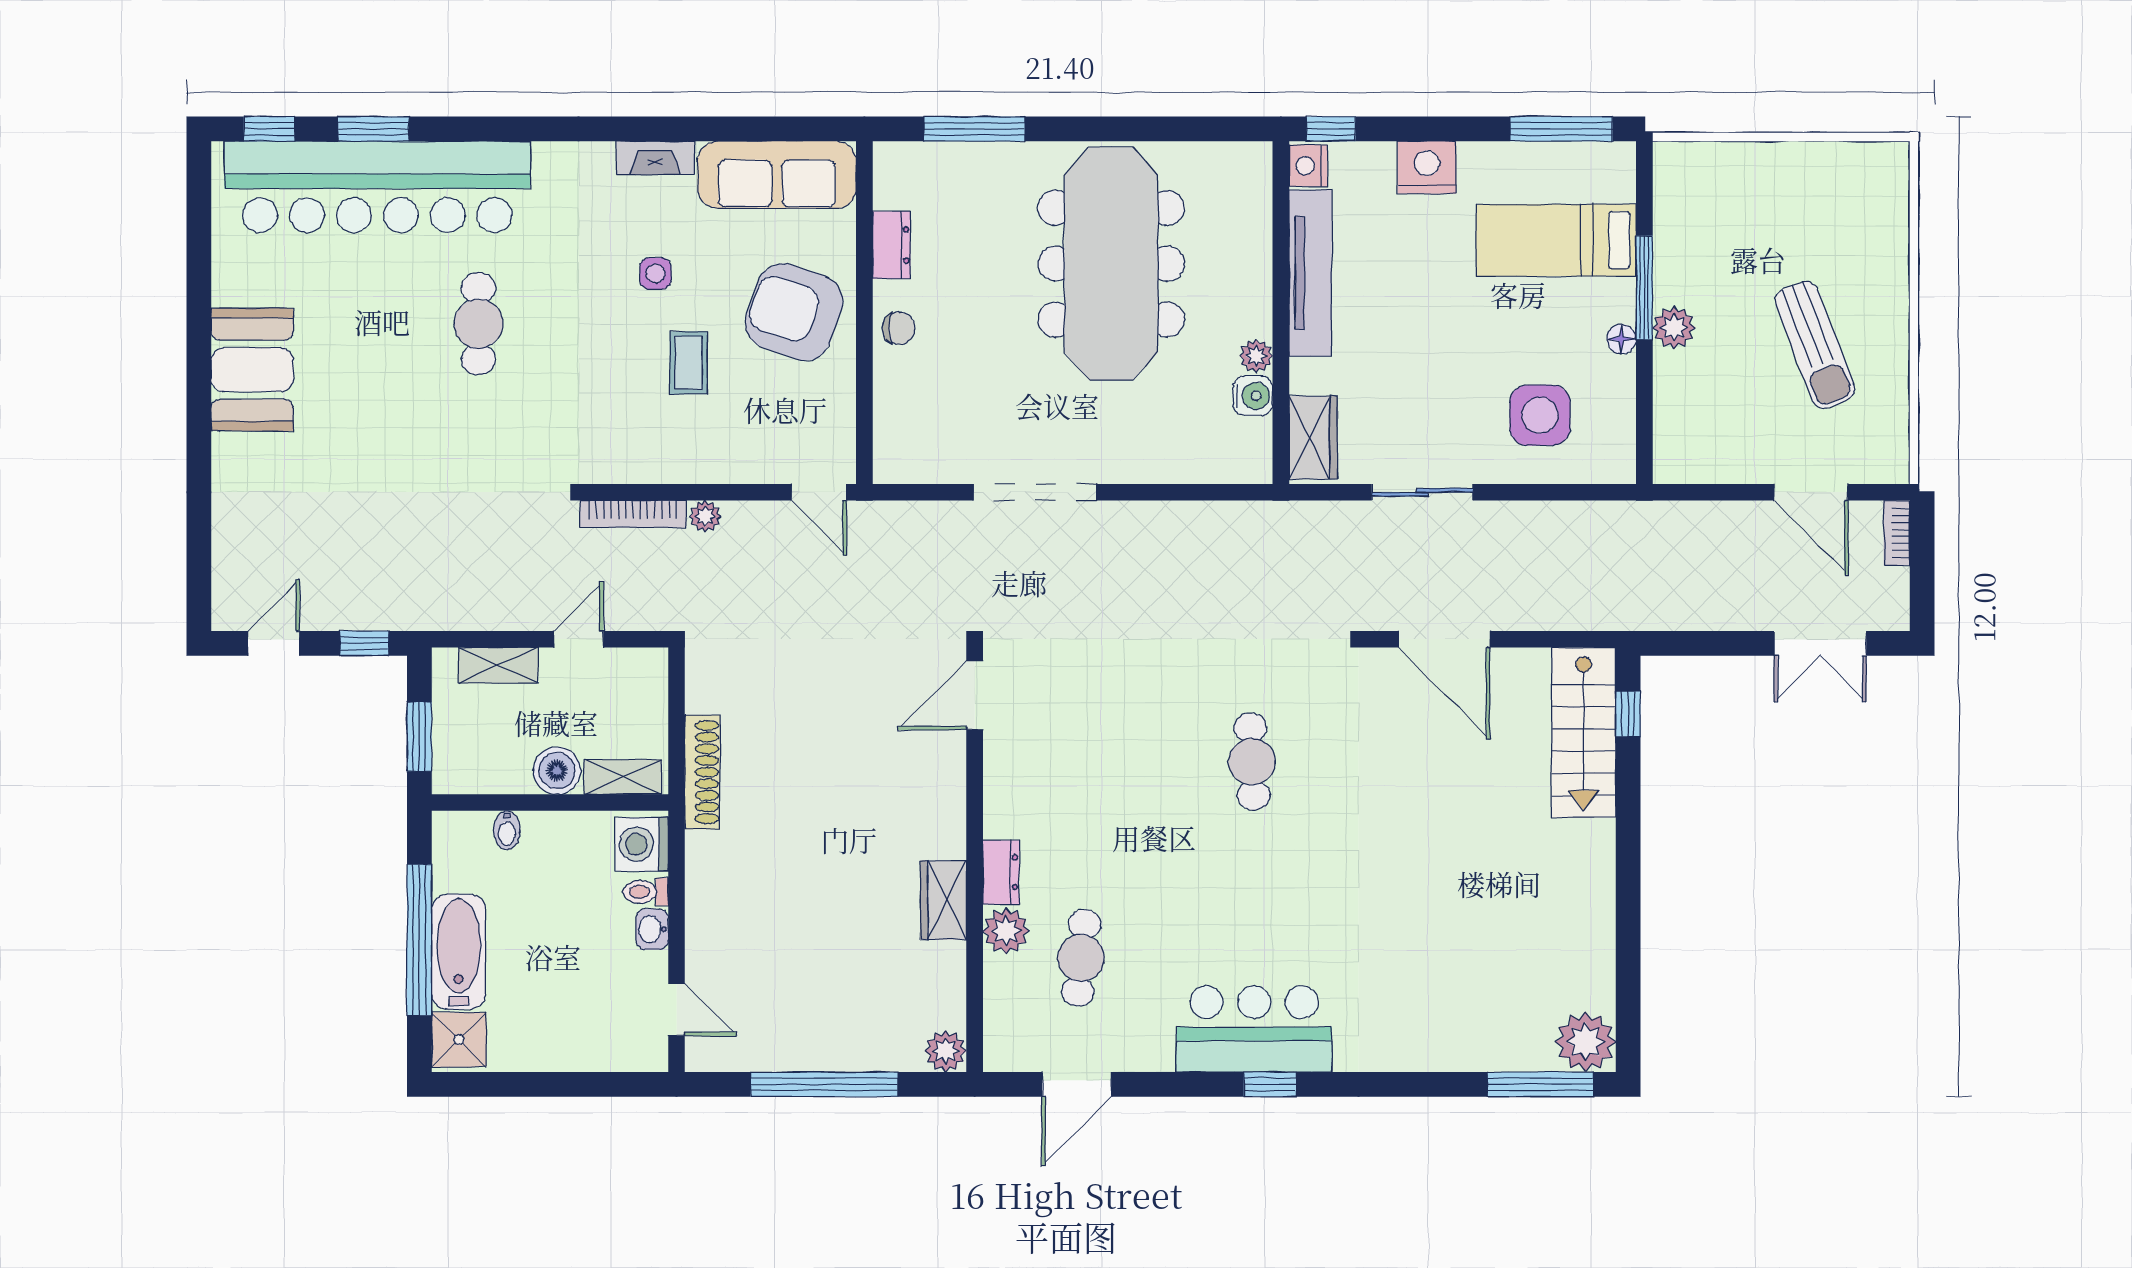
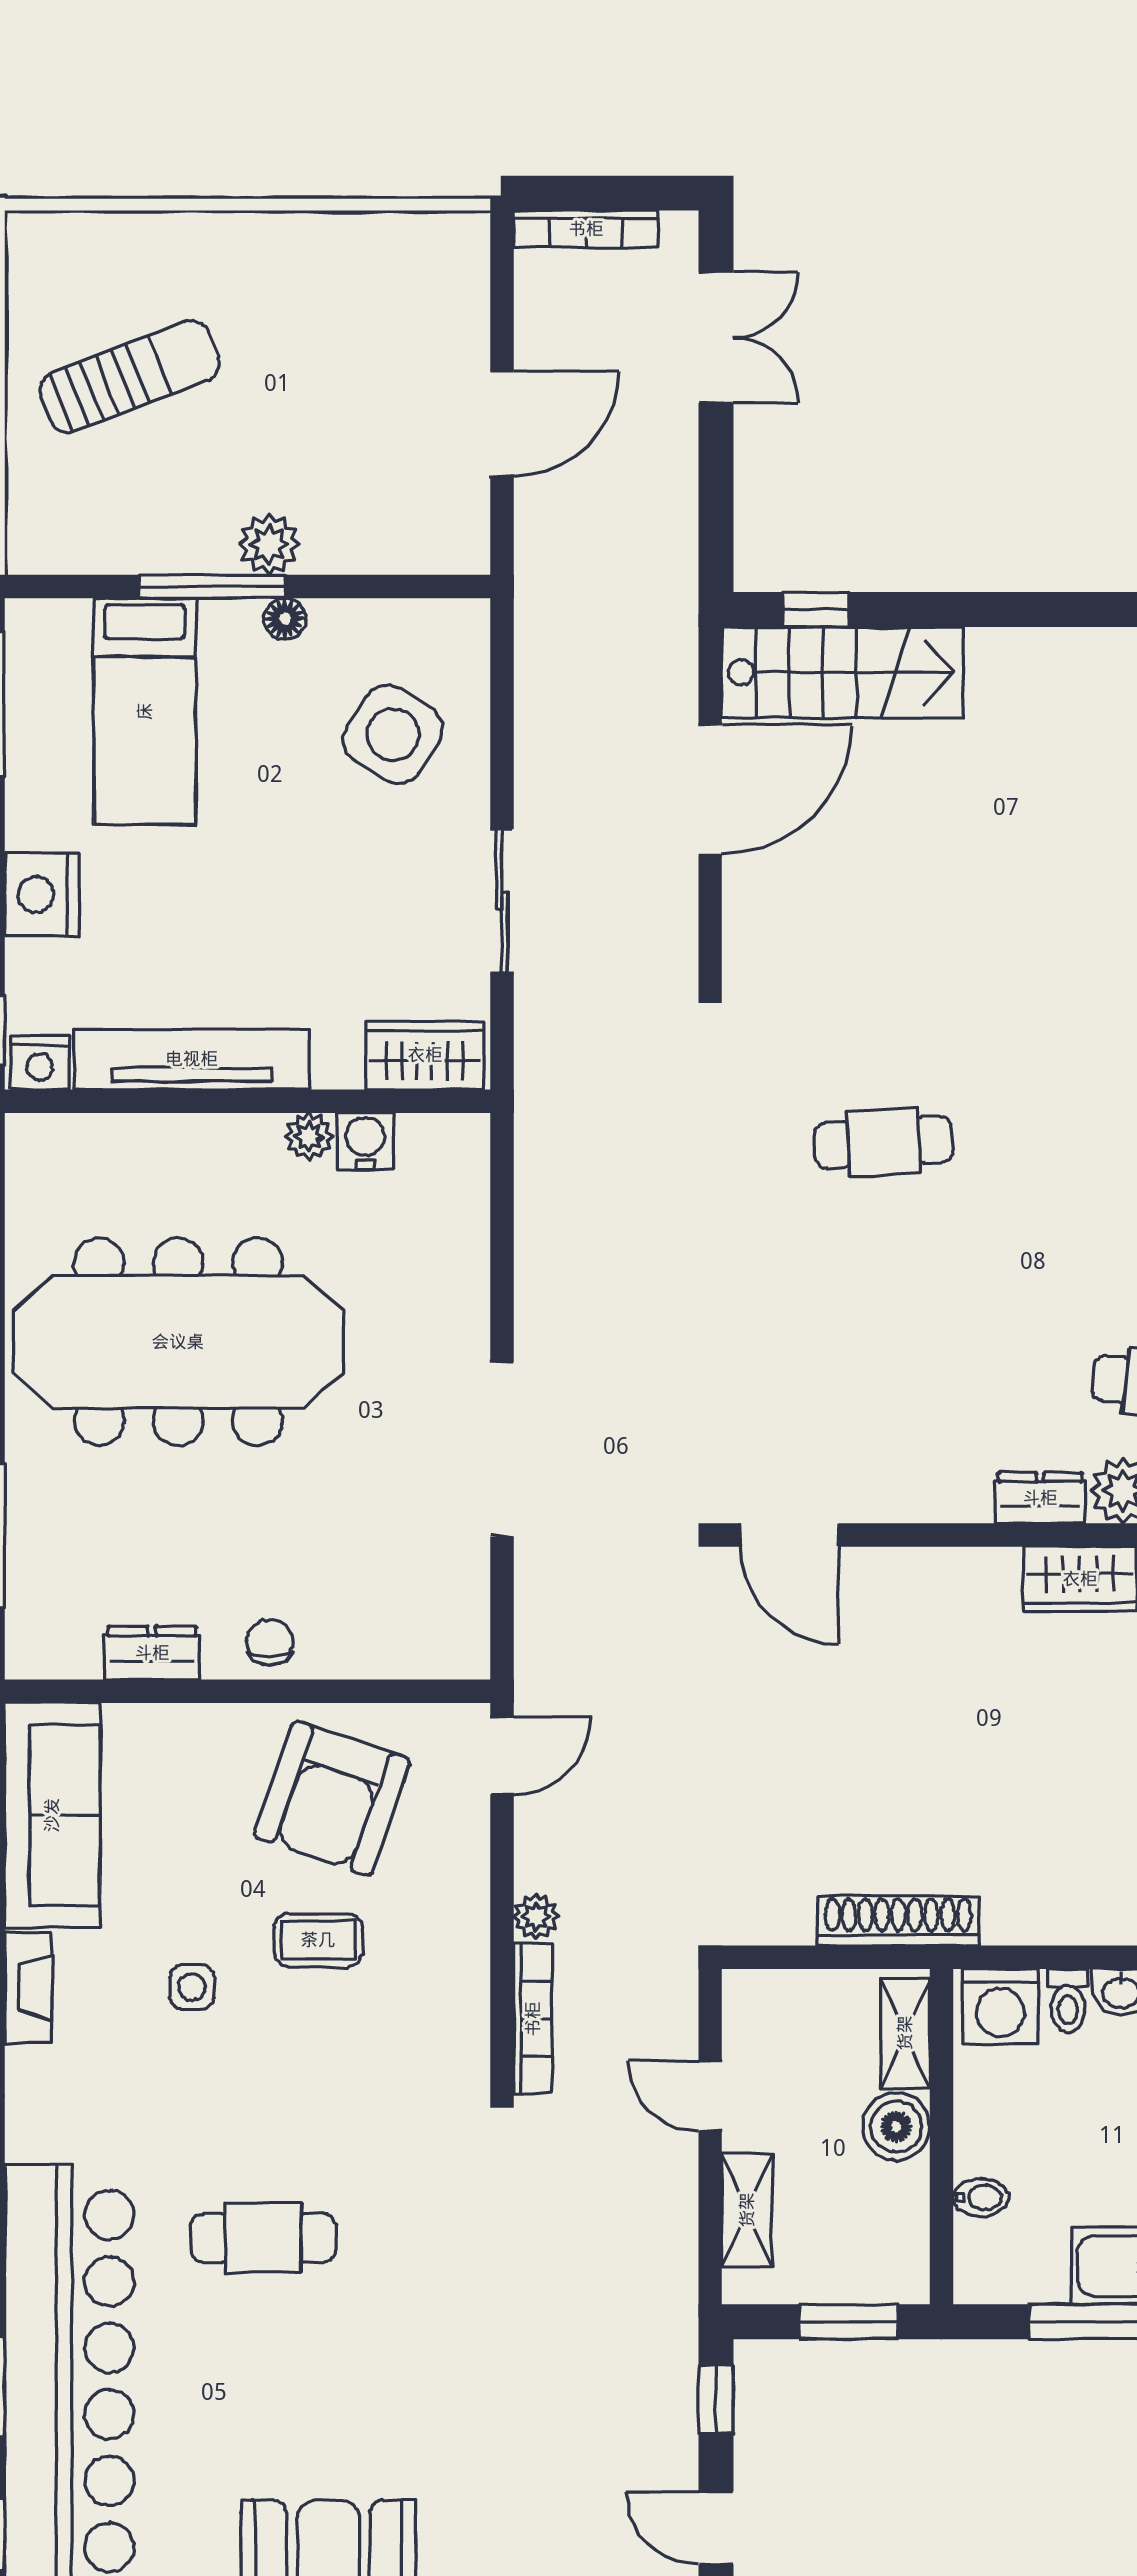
armchair: (794, 312) -> (332, 1798), moved
sun lounger: (1815, 345) -> (130, 377), moved
side table: (1540, 415) -> (393, 734), turned 32
door: (1811, 492) -> (502, 424), moved
bookcase: (1897, 533) -> (586, 229), width x1.56
door: (1444, 639) -> (710, 789), moved

